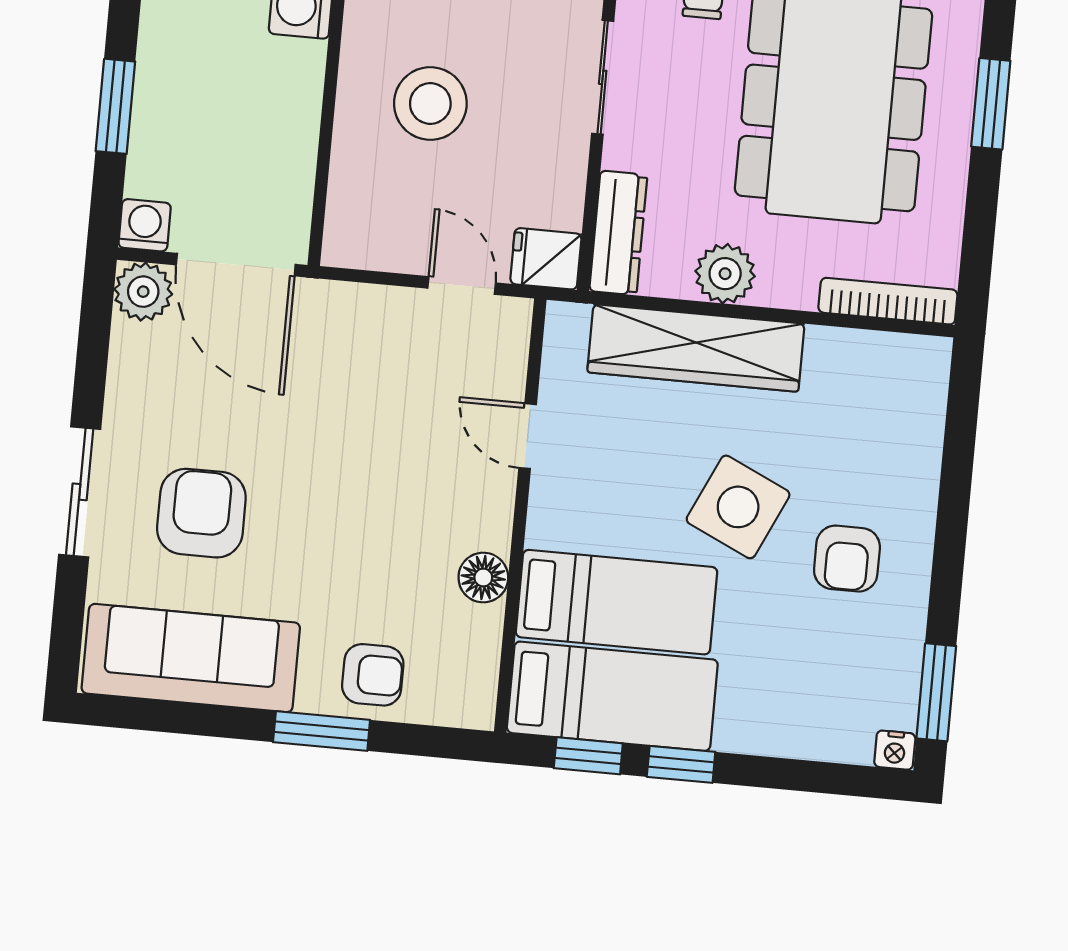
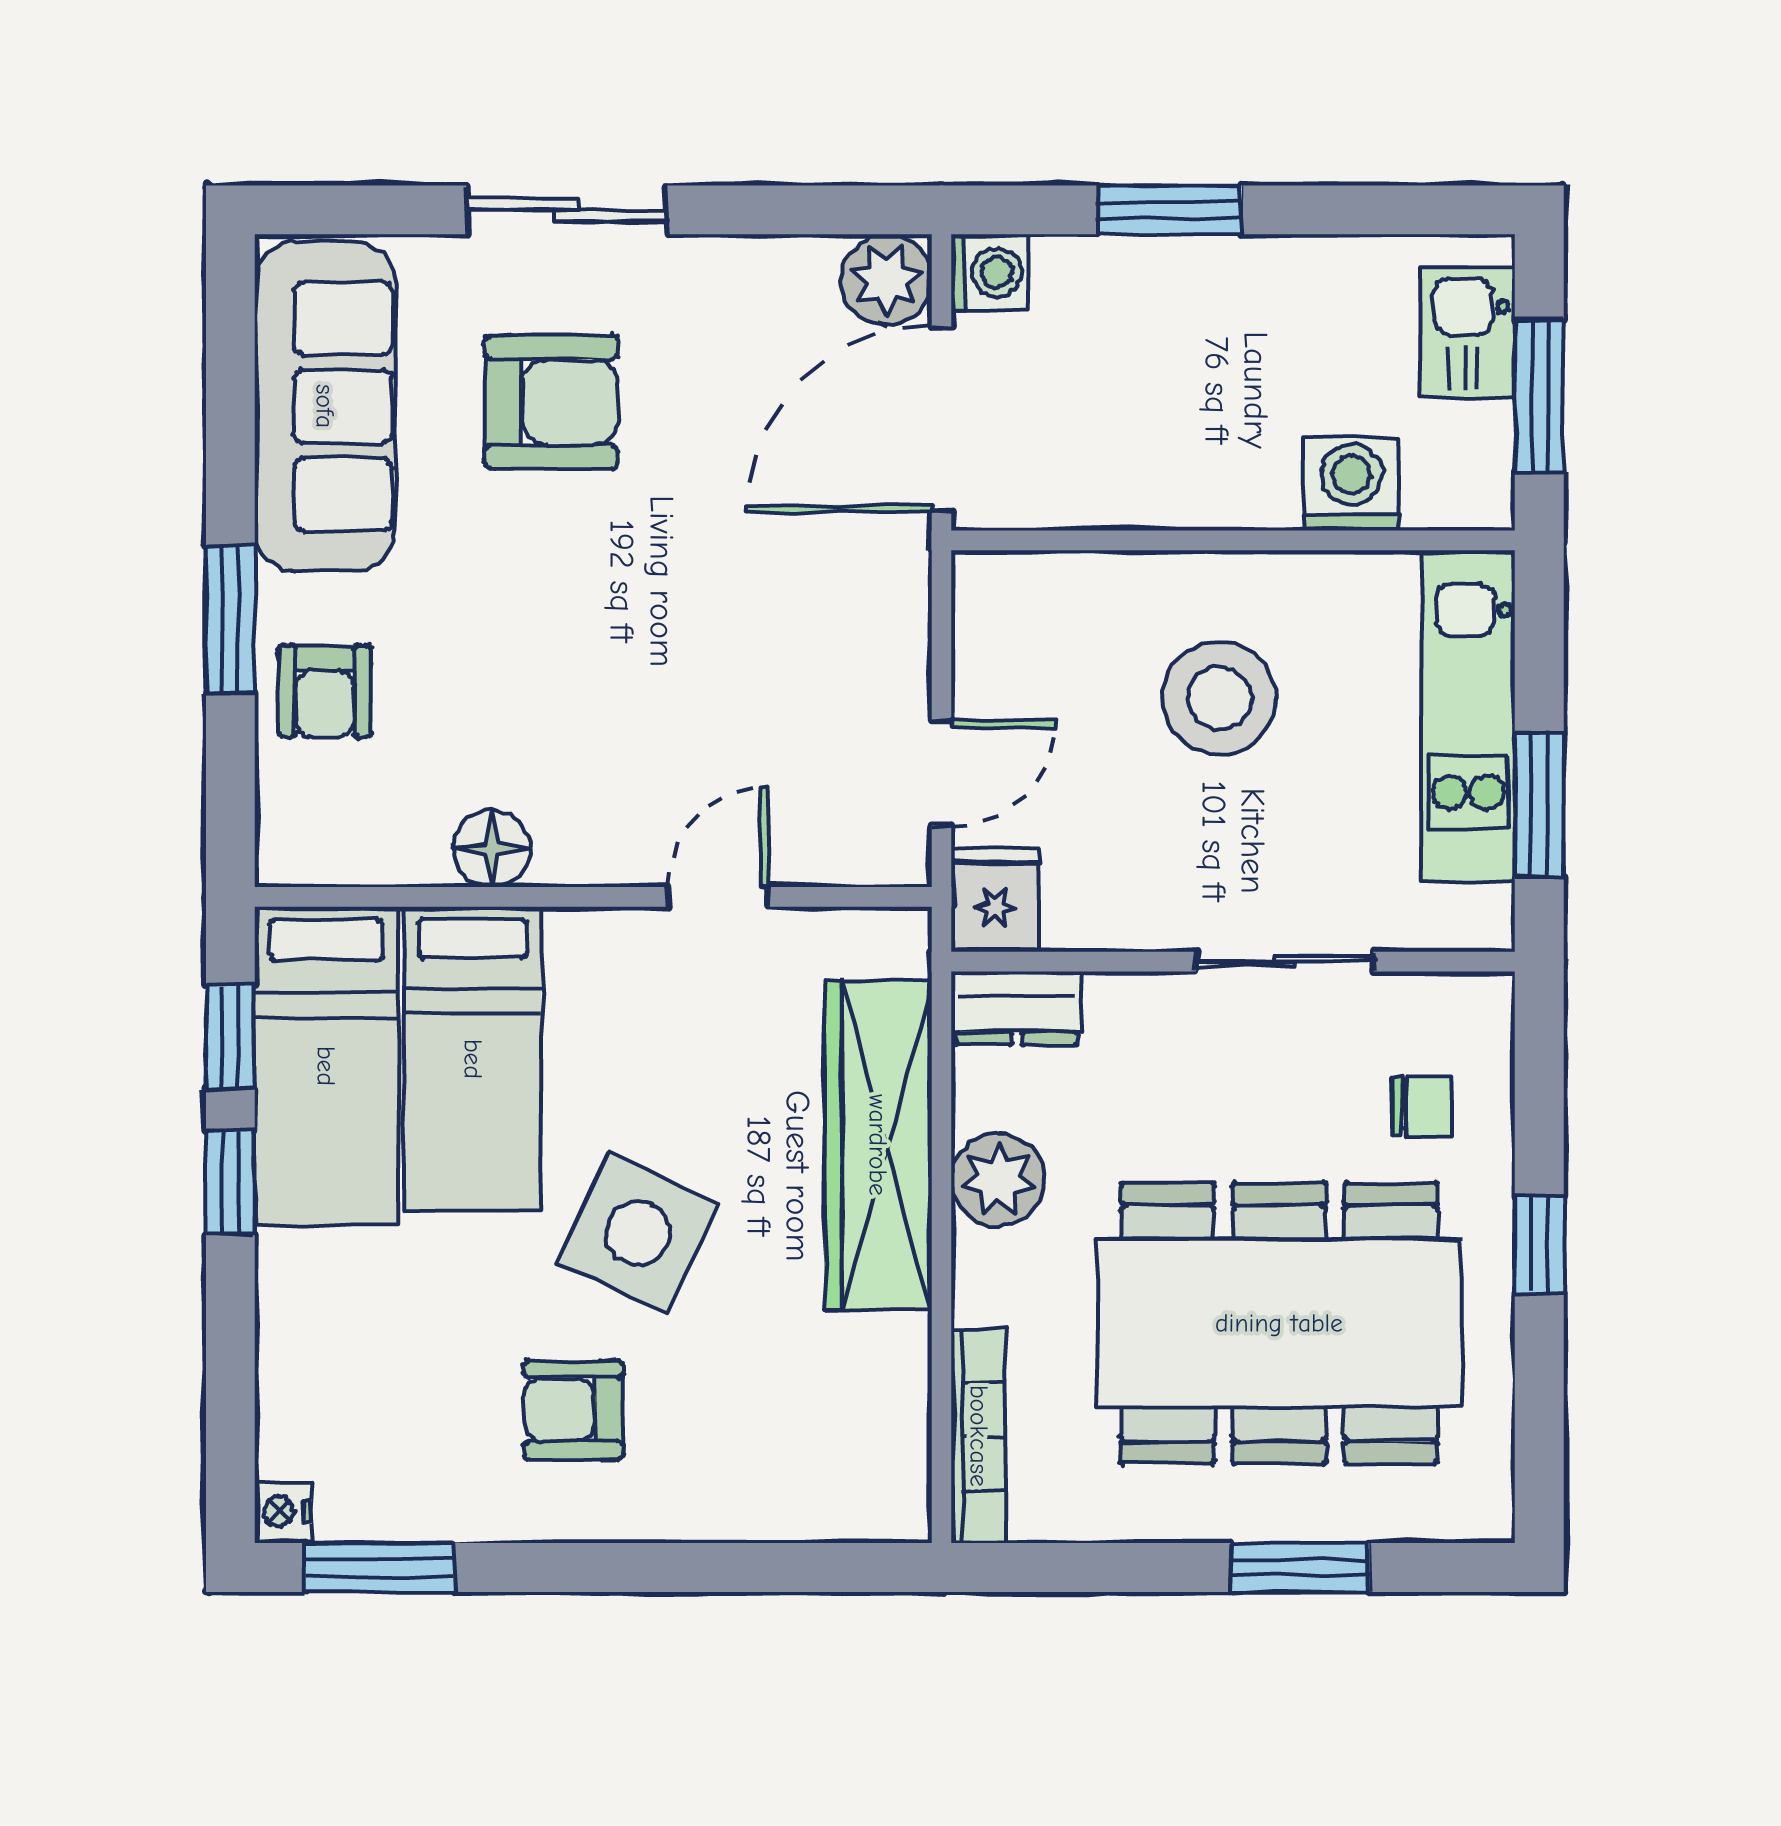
dresser: (618, 233) -> (1017, 1008), width x0.70

